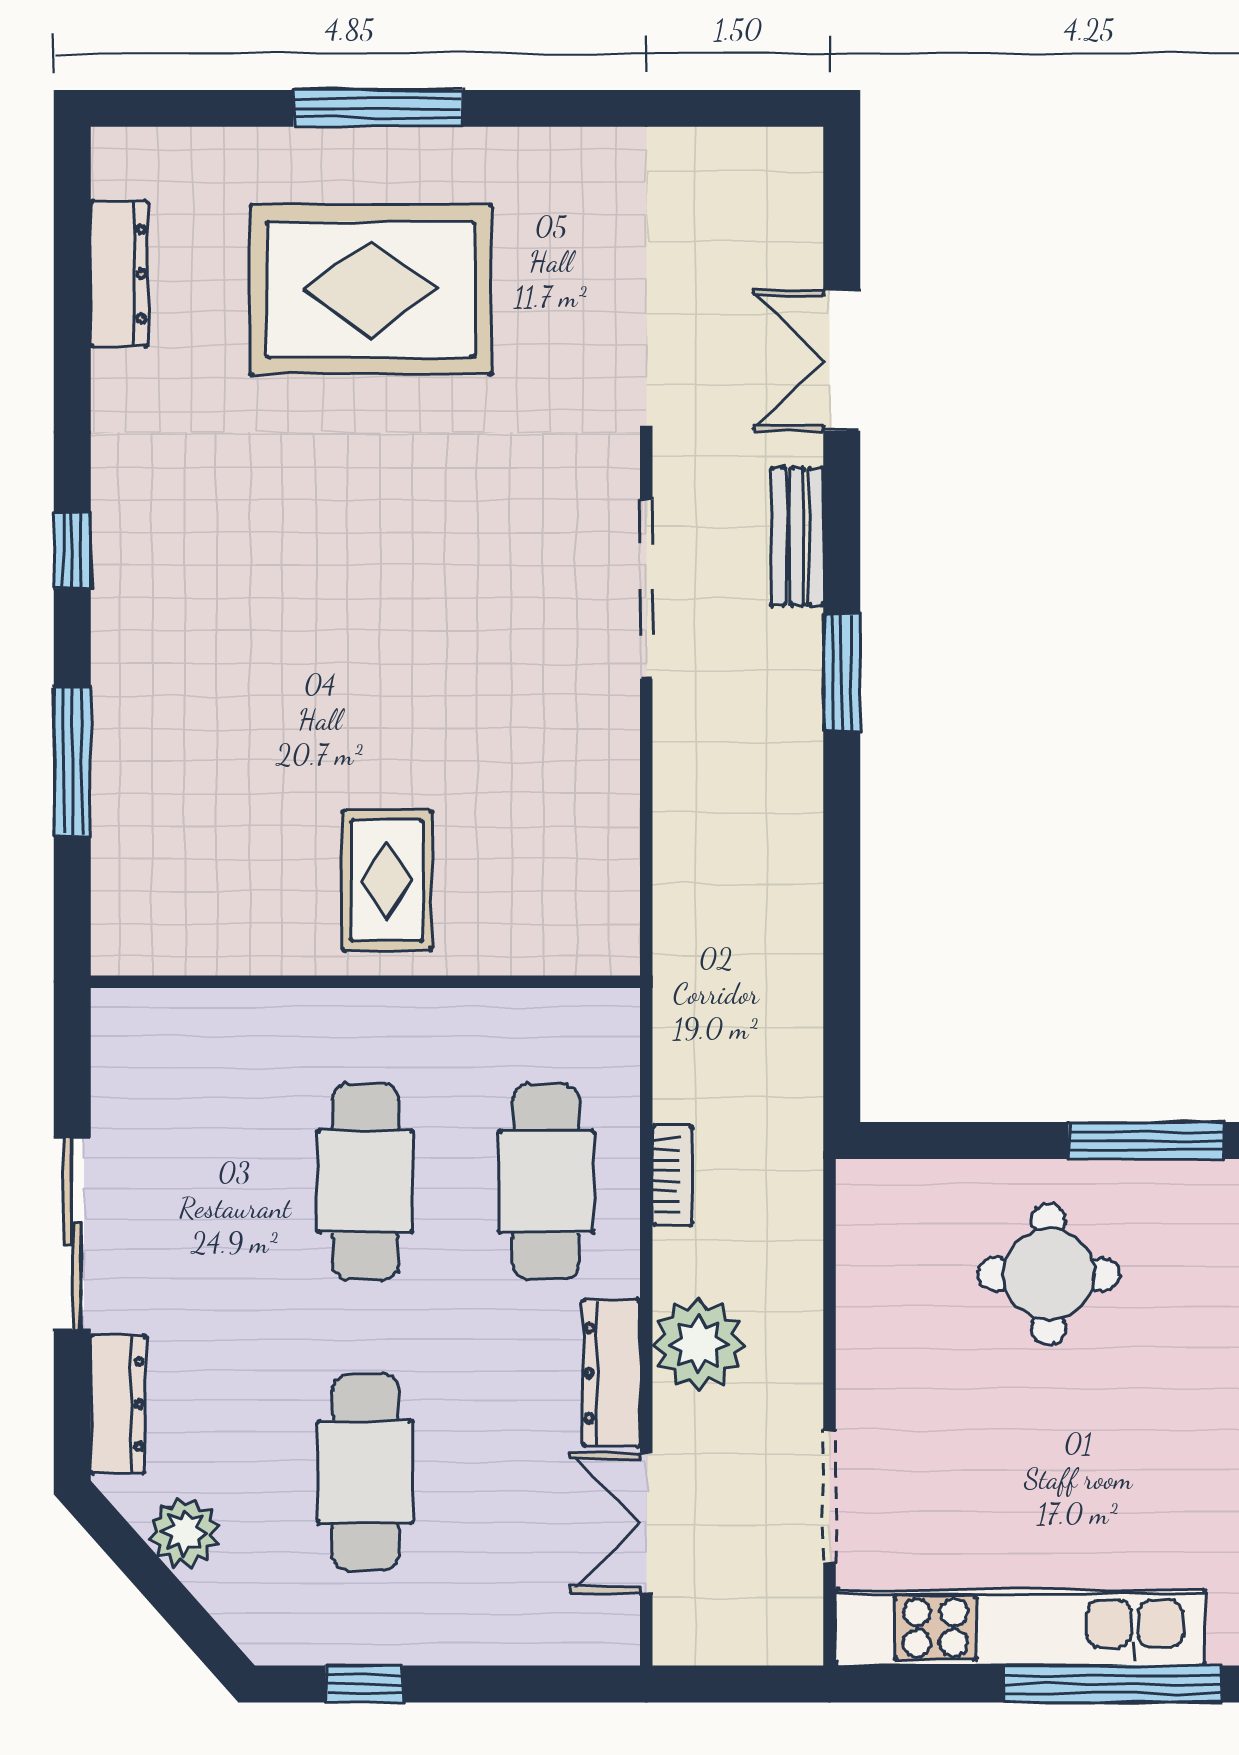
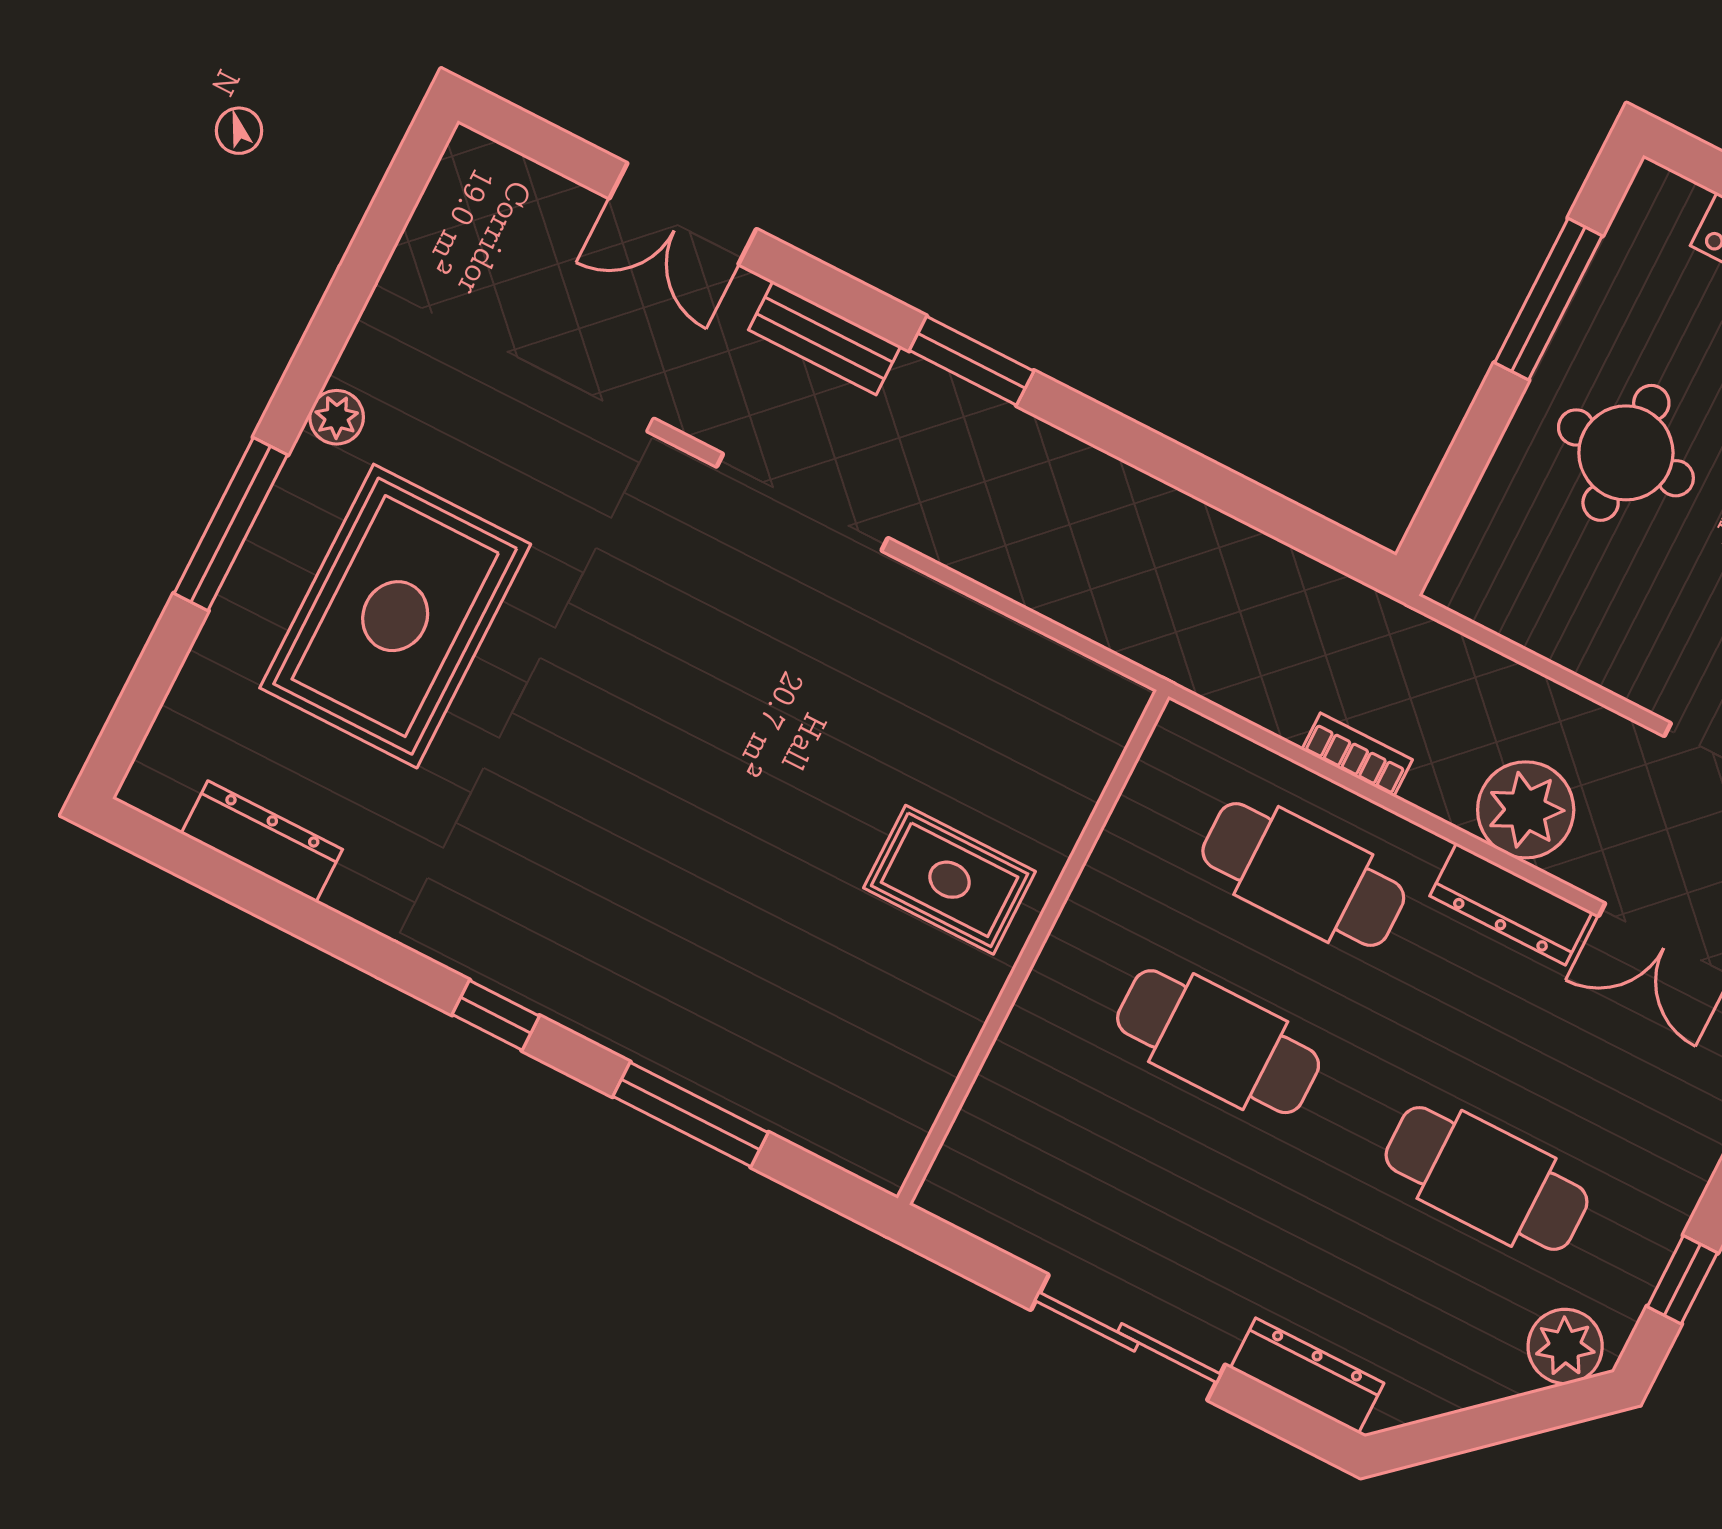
plant: (516, 152) -> (337, 417), added
plant: (185, 1533) -> (1565, 1346), moved

